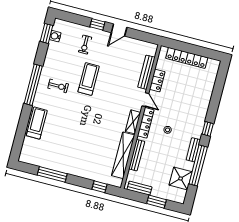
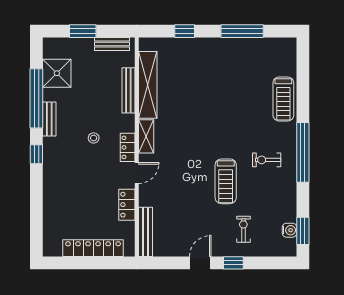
bench: (146, 72) -> (145, 232), moved
door: (145, 100) -> (137, 173), swing flipped
locker: (146, 123) -> (128, 147), width x0.66
window: (100, 187) -> (185, 31), moved

